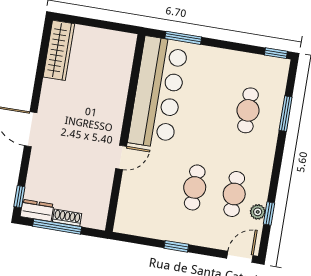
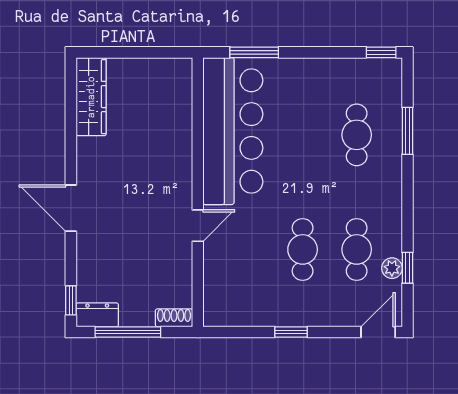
shoe rack: (67, 218) -> (174, 318), moved

